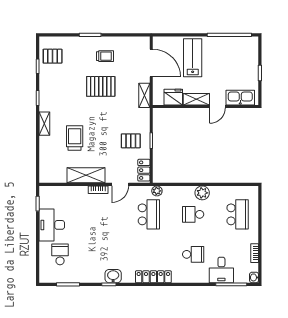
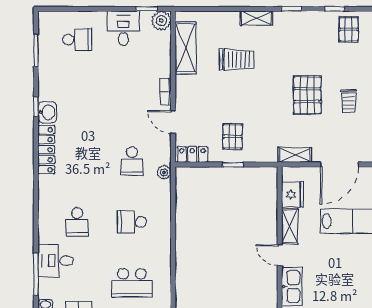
shelving: (86, 175) -> (185, 48), moved
plant: (202, 193) -> (161, 21), moved
school desk: (149, 214) -> (132, 161), width x0.54
school desk: (193, 214) -> (132, 222), turned -90
desk: (52, 225) -> (123, 28), width x0.73
locker: (153, 277) -> (46, 150), moved

